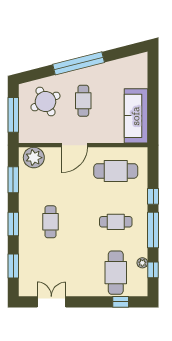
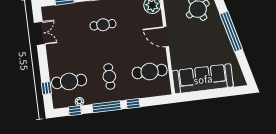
cafe table: (83, 101) -> (202, 39), removed
sofa: (136, 116) -> (203, 79), width x1.36, depth x1.27
cafe table: (116, 171) -> (150, 72), turned 90

